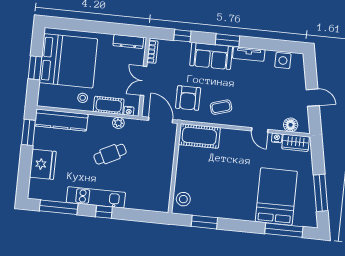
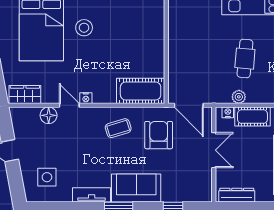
bookcase: (152, 52) -> (207, 186), removed
side table: (283, 60) -> (47, 177), moved
floor lamp: (291, 125) -> (49, 115), moved
nightstand: (277, 138) -> (86, 98), moved
cafe table: (110, 154) -> (245, 59), turned -58
stool: (183, 199) -> (84, 28), moved

